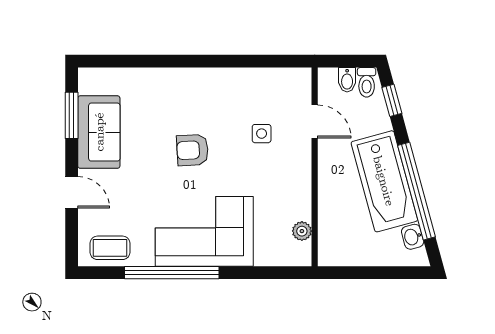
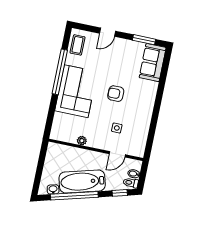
sofa: (99, 132) -> (153, 63), moved, turned 90
armchair: (192, 150) -> (116, 94), turned -87
plant: (302, 231) -> (82, 141), moved

